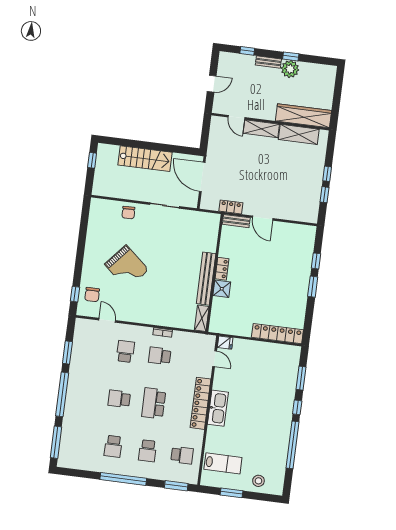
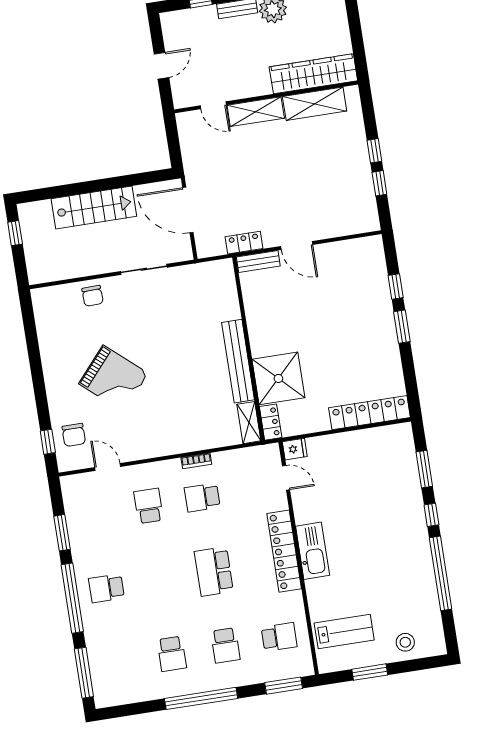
locker: (222, 269) -> (271, 422), moved
shower: (222, 289) -> (278, 378), width x1.86, depth x1.86
school desk: (119, 399) -> (106, 588), moved

